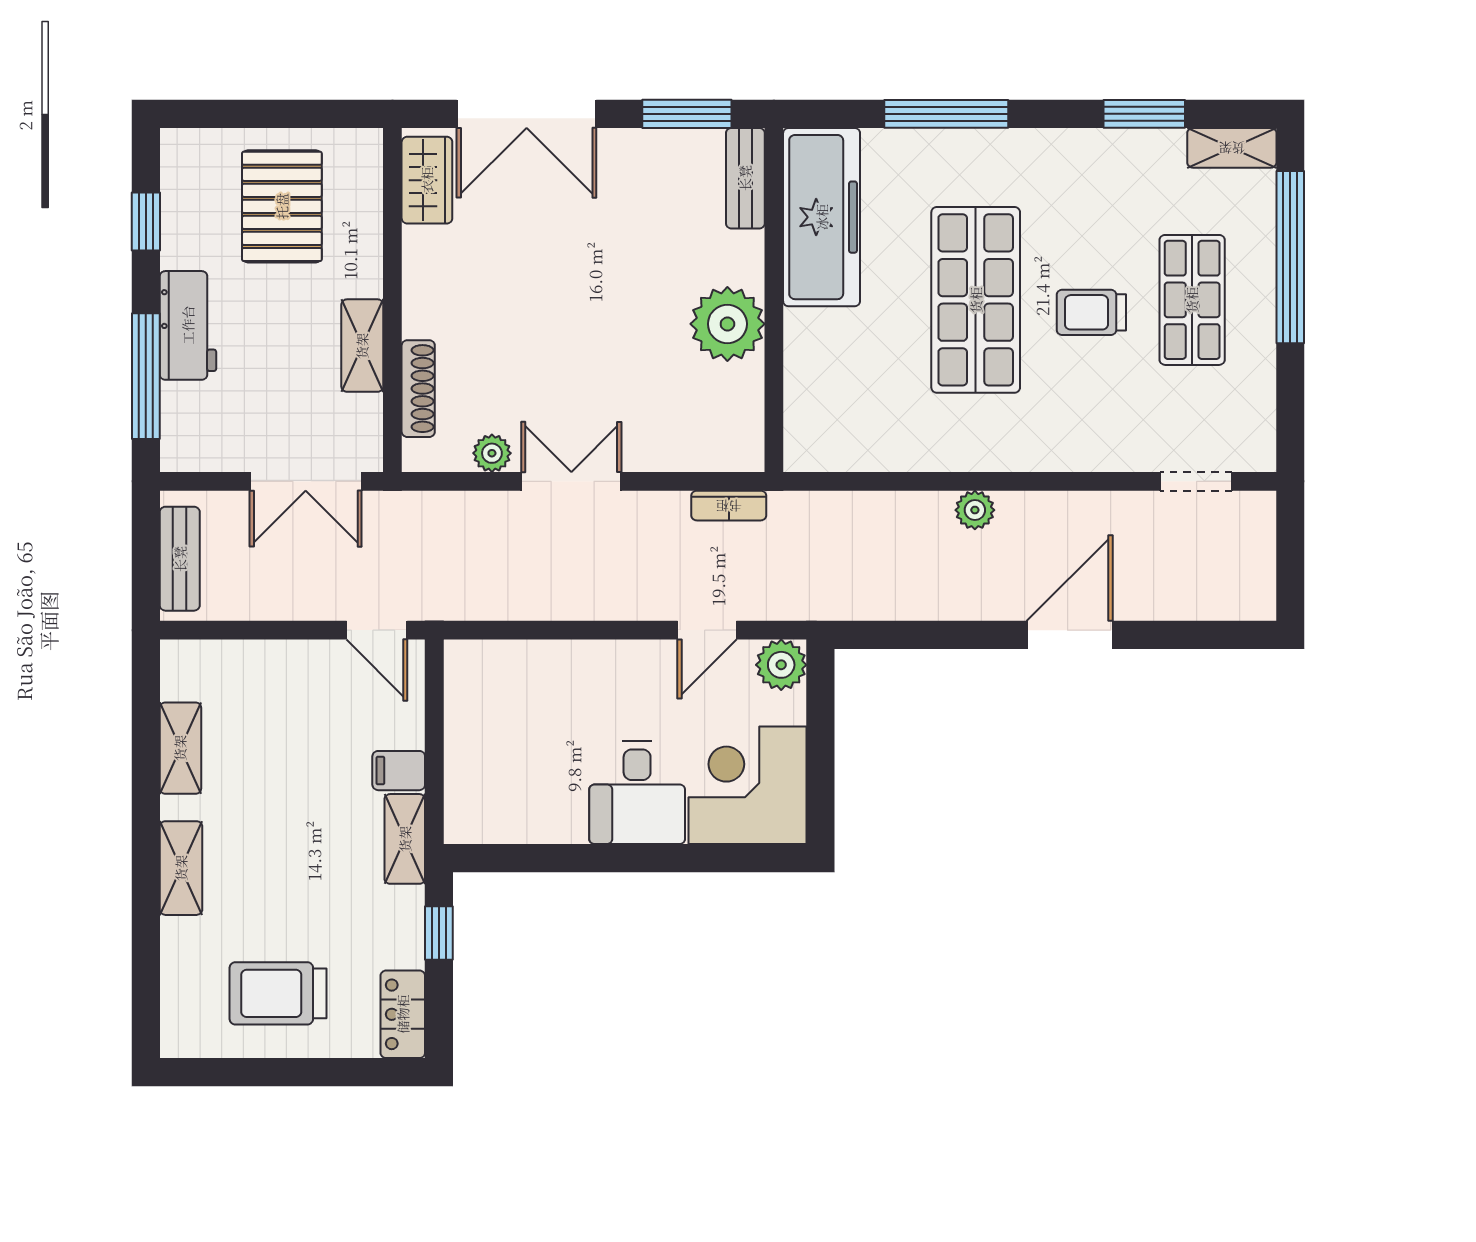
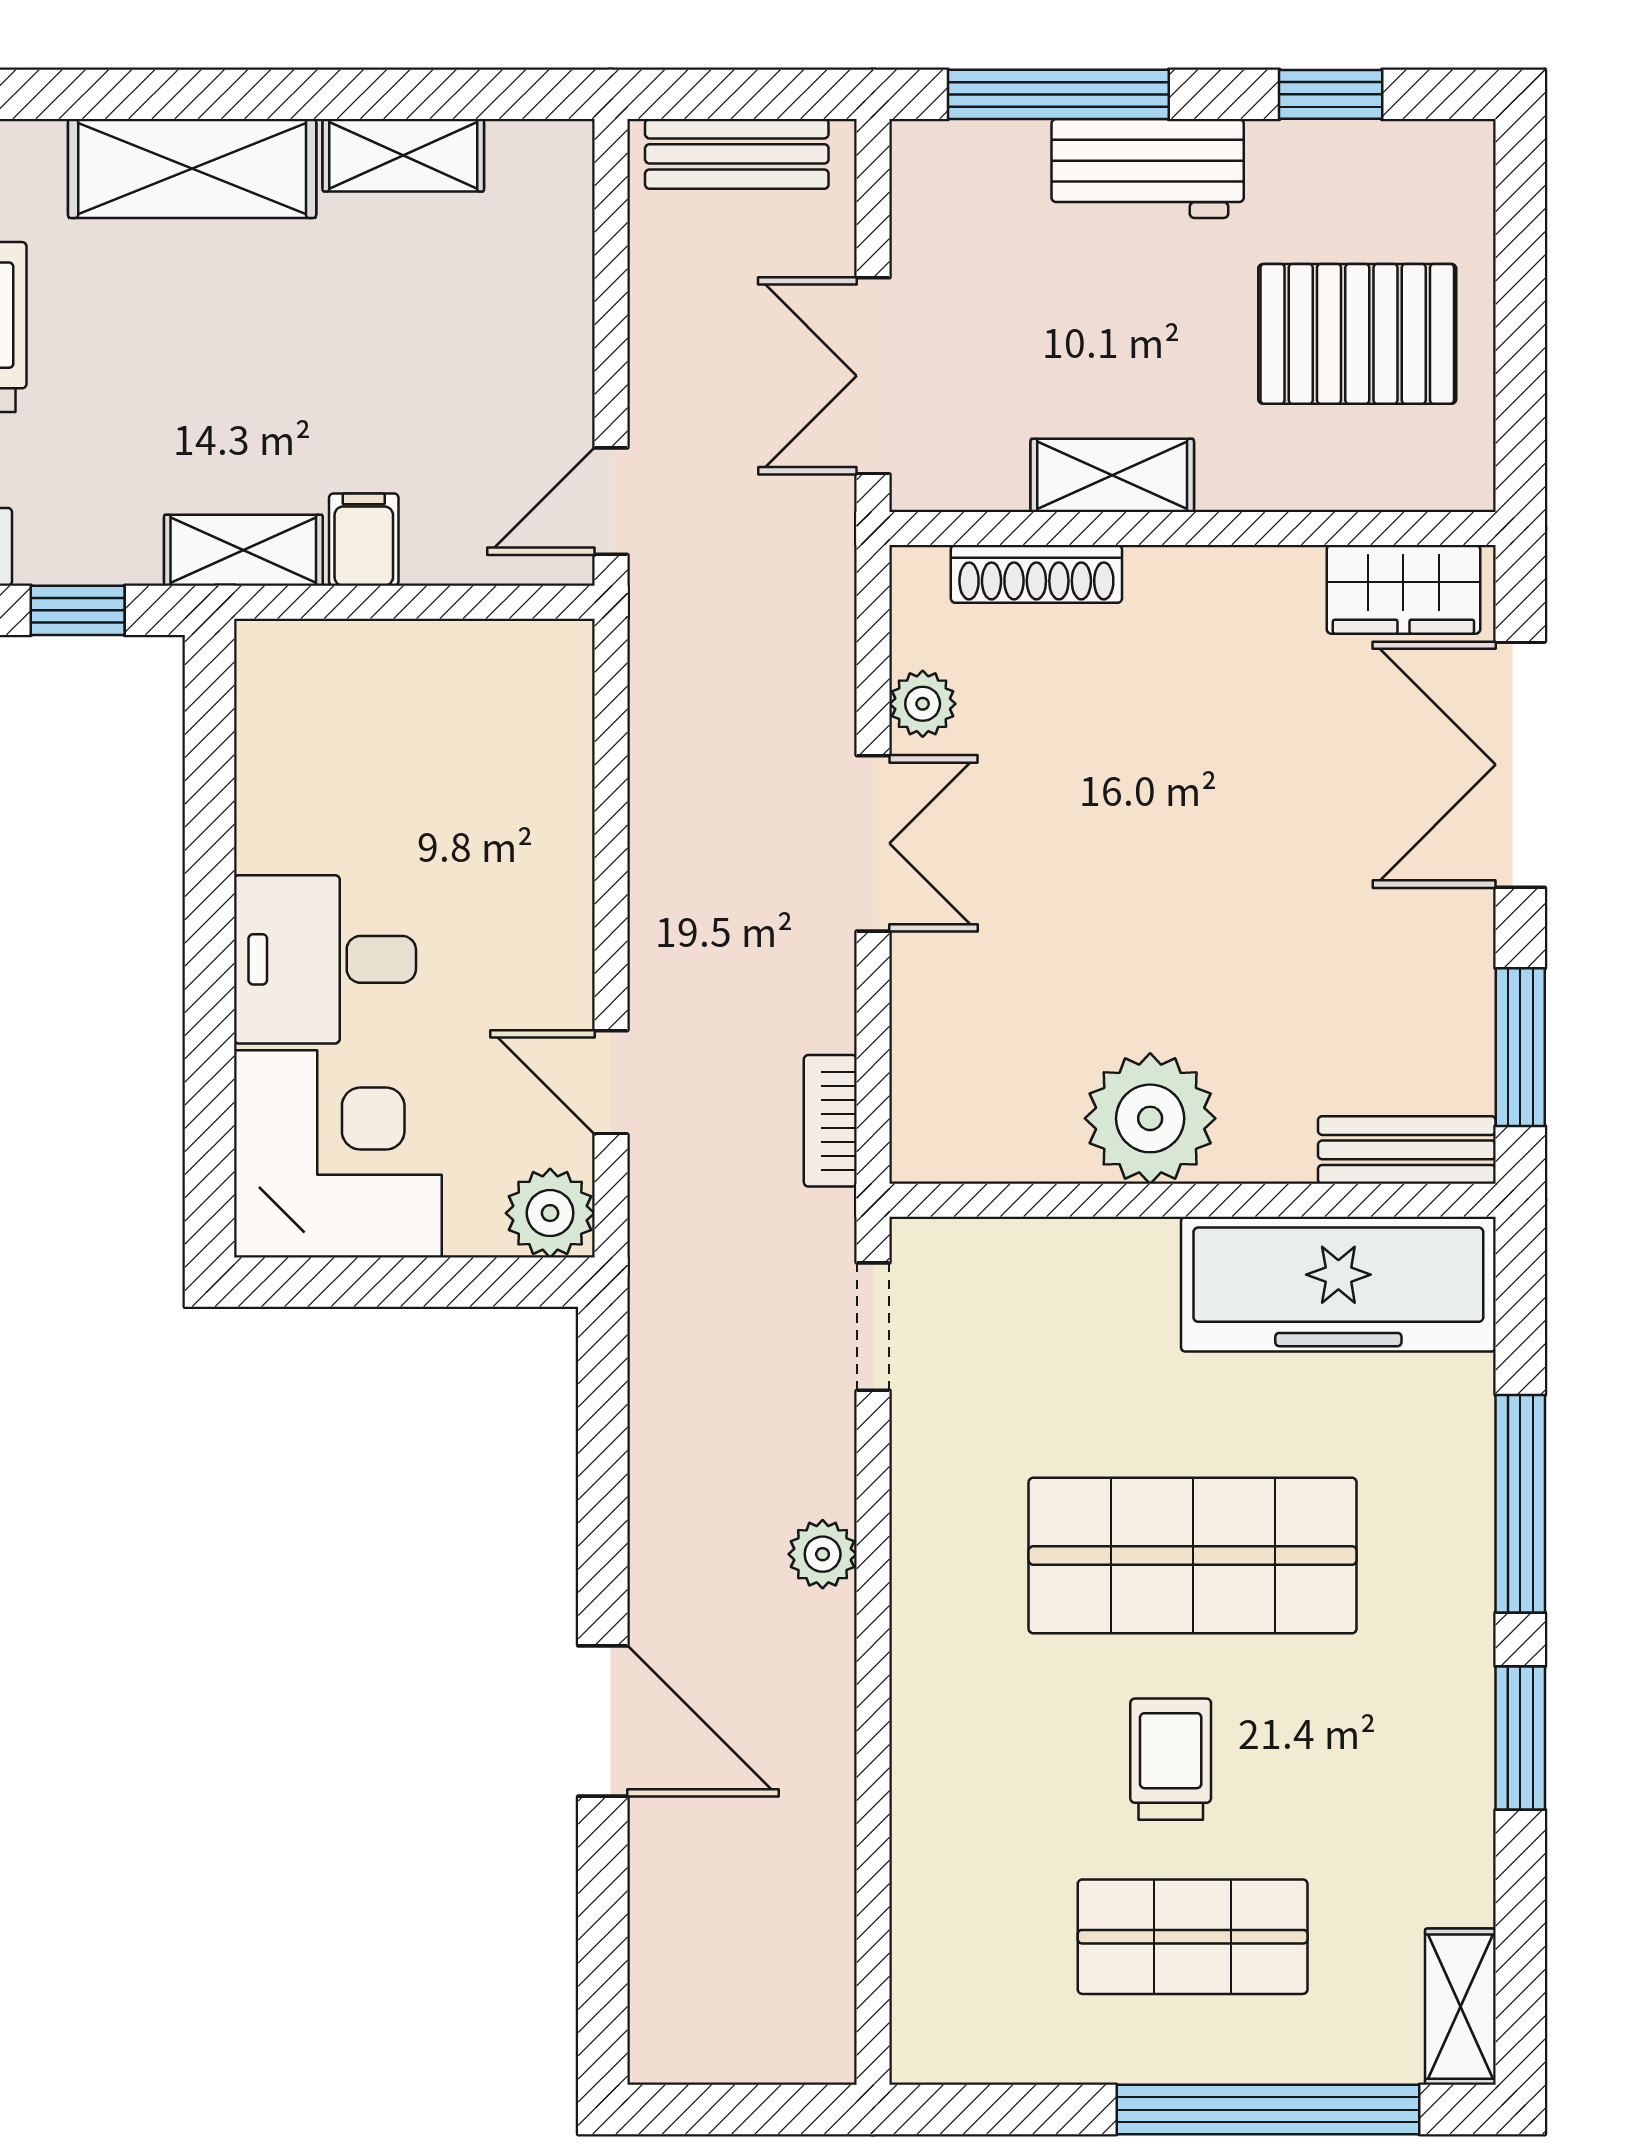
window: (1144, 114) -> (1520, 1738), moved
doorway: (1196, 481) -> (873, 1327), moved
shelving: (181, 868) -> (192, 168), width x1.50, depth x1.33

